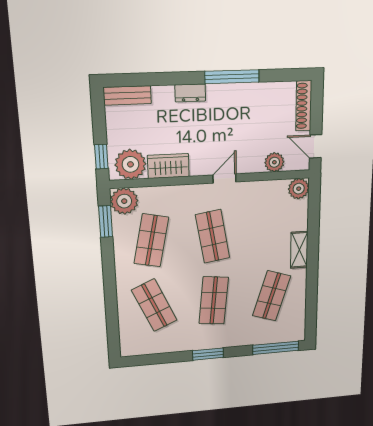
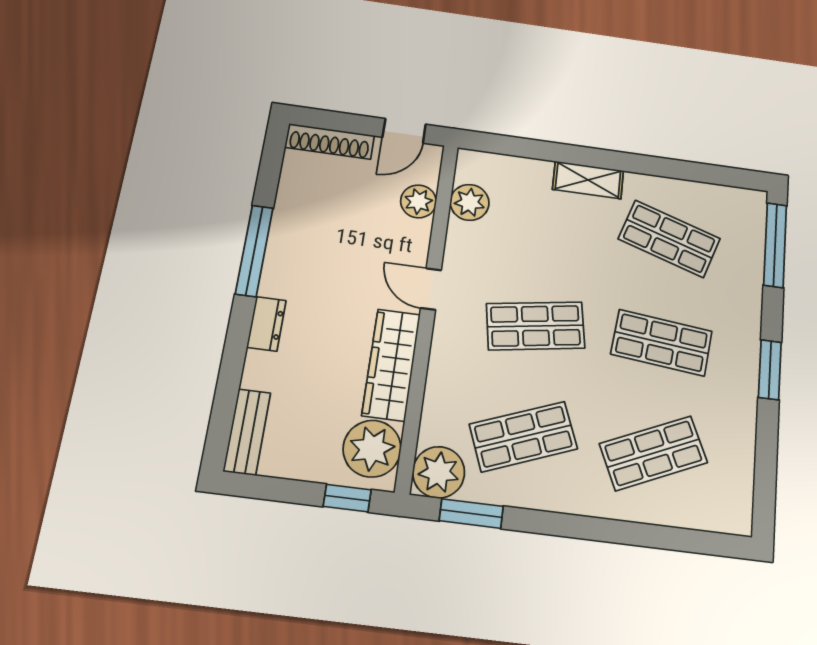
wardrobe: (168, 166) -> (391, 365), width x1.50
plant: (299, 189) -> (470, 202), moved
shop shelf: (151, 240) -> (523, 436), turned -33

